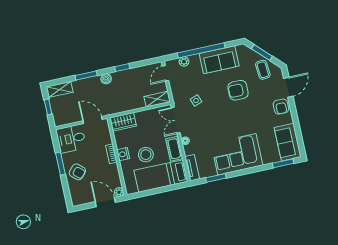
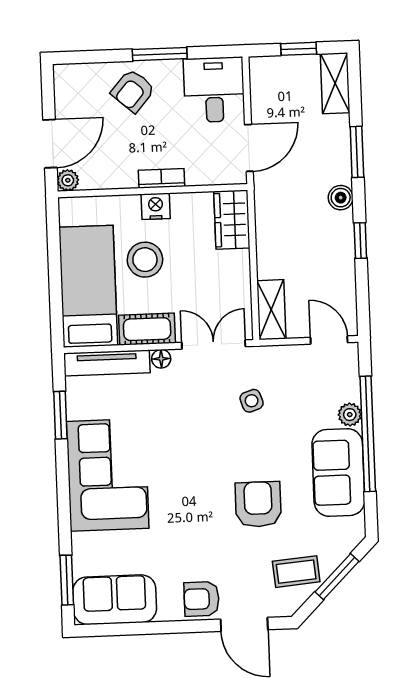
plant: (184, 62) -> (350, 415), moved
tv unit: (192, 168) -> (107, 363), width x1.41

